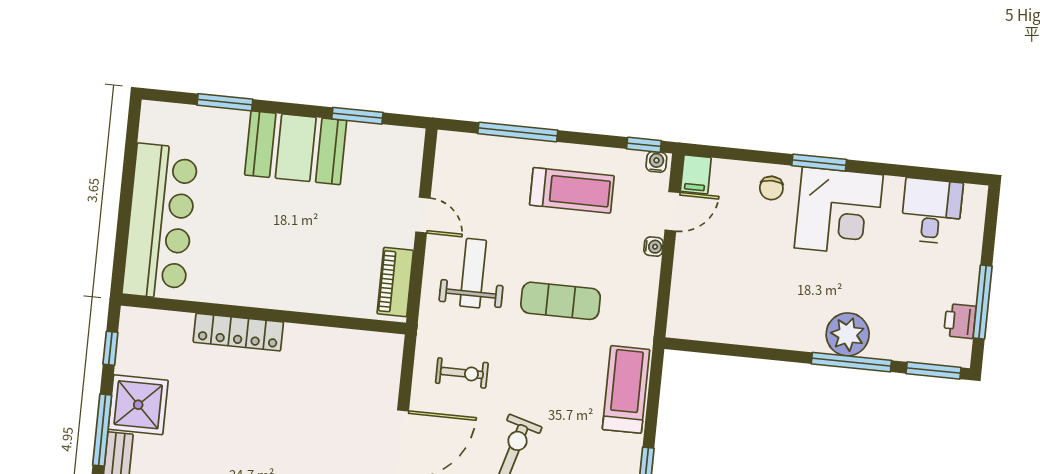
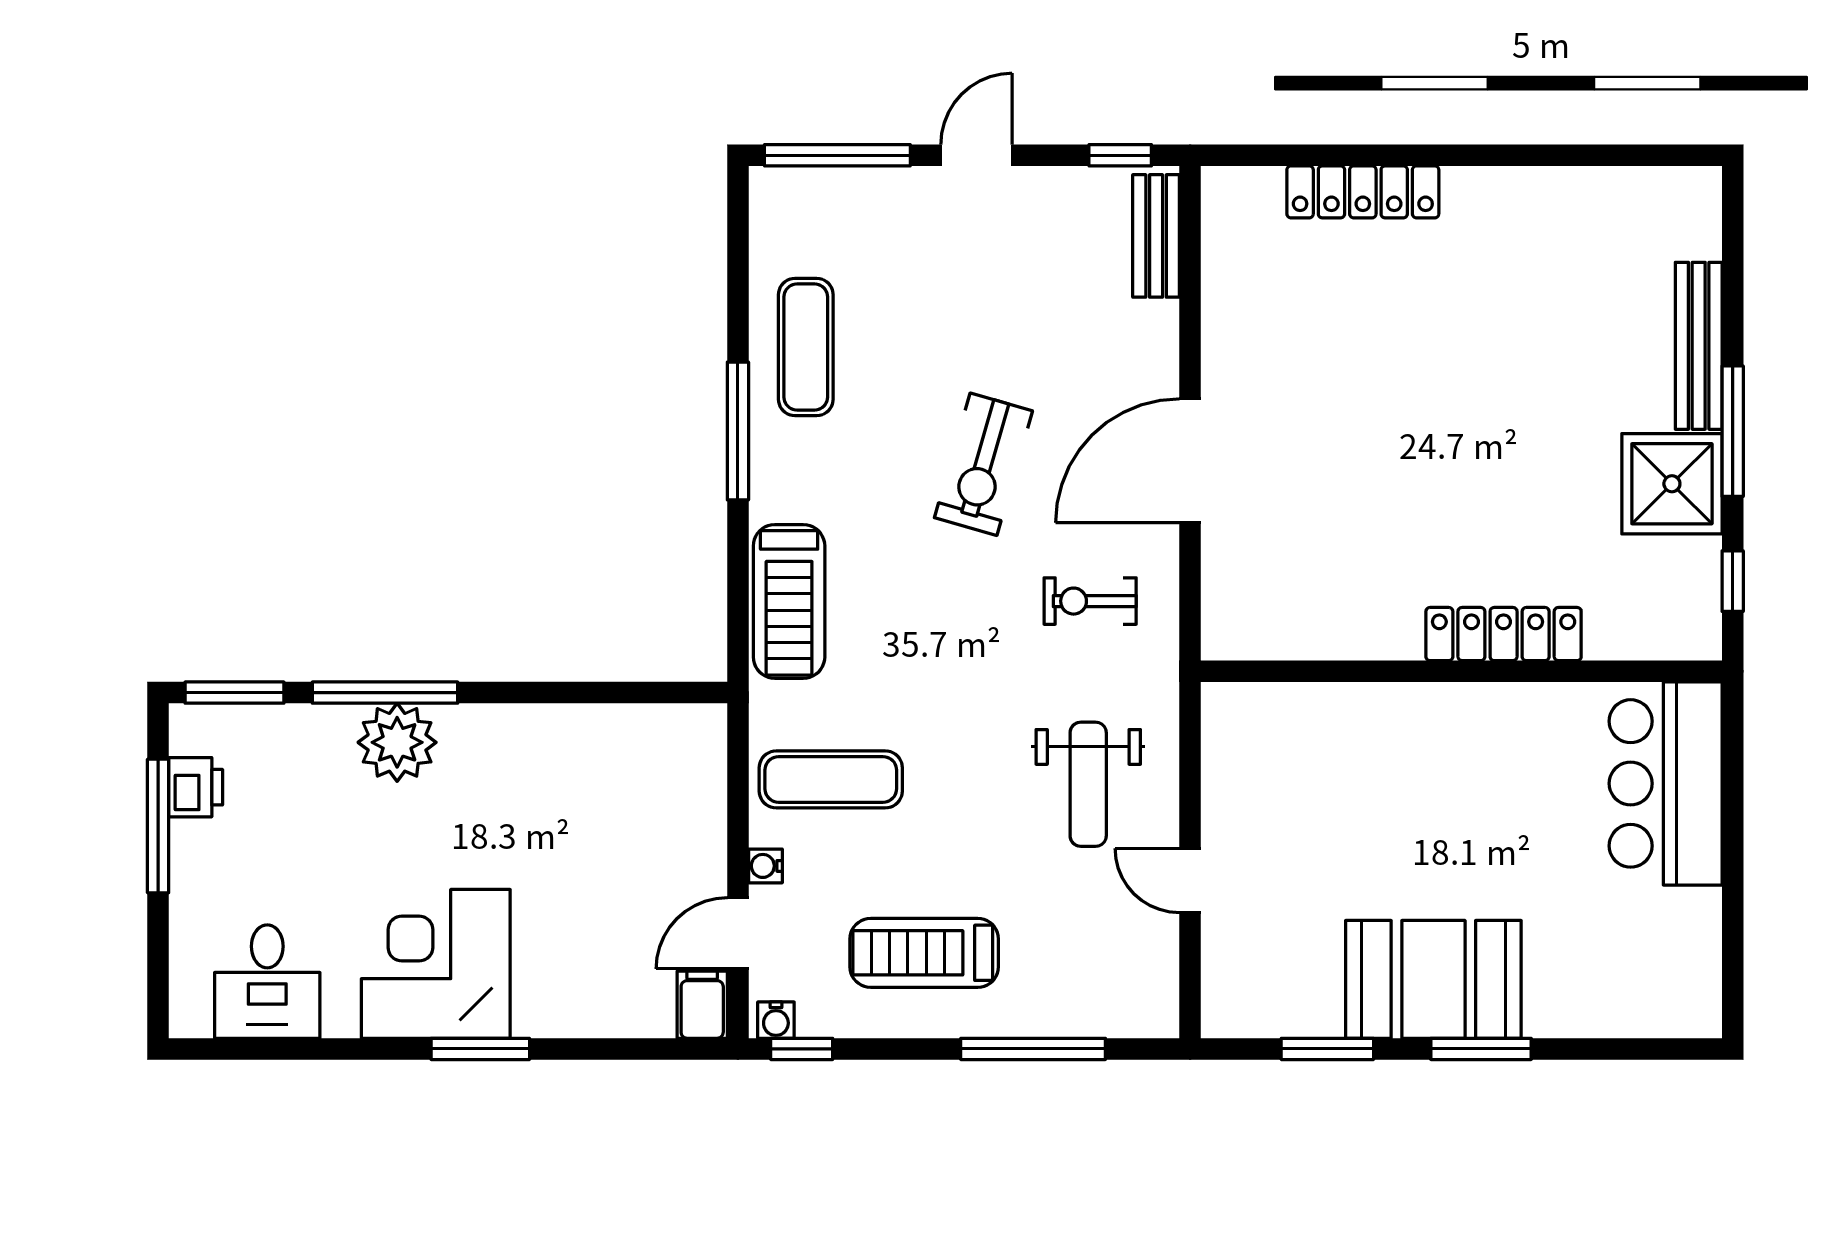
window: (225, 102) -> (1481, 1049), moved
chair: (771, 188) -> (562, 994), removed
bar counter: (160, 222) -> (1666, 783), width x0.73
piano: (395, 282) -> (1228, 754), removed
exercise mat: (561, 301) -> (831, 779), moved

